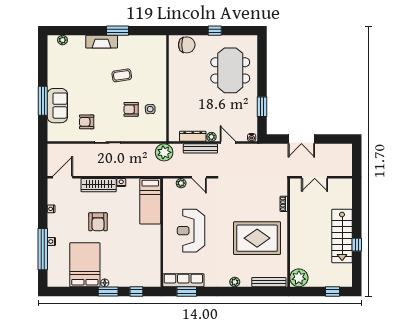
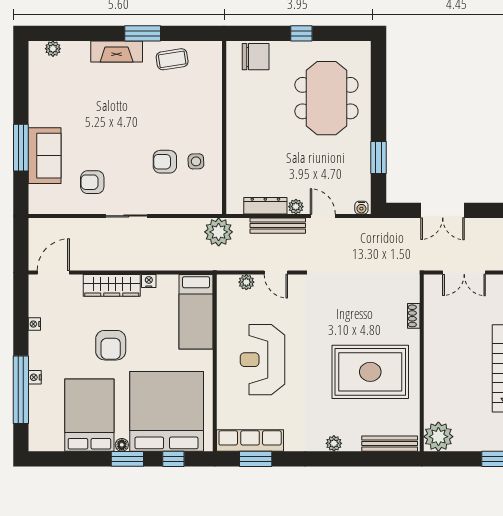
coffee table: (122, 75) -> (172, 59), moved
bed: (132, 262) -> (167, 411), added

